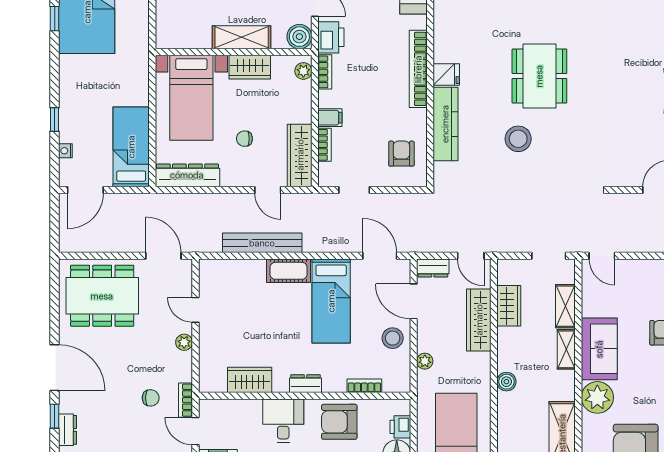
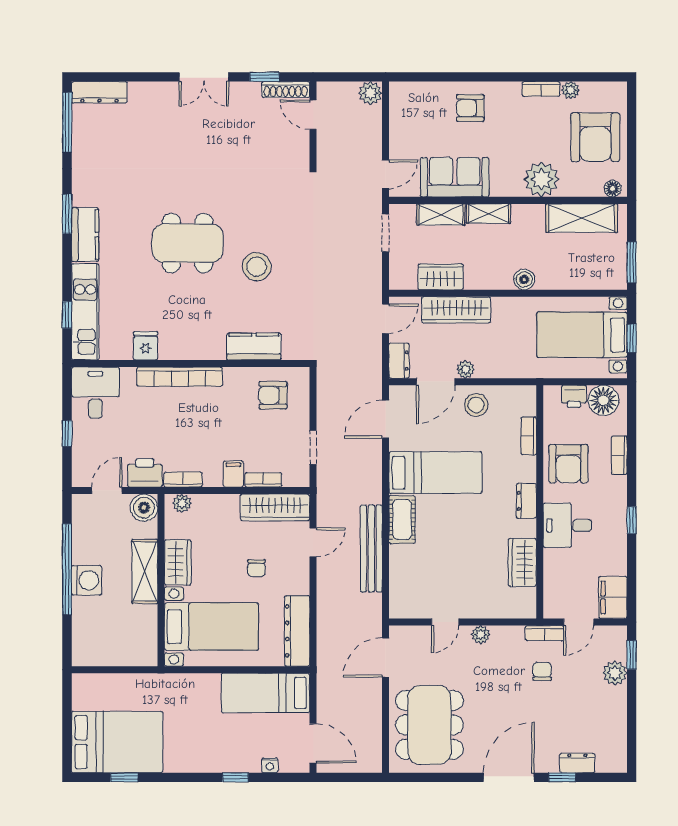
fridge: (446, 74) -> (146, 346), moved
kitchen counter: (445, 124) -> (254, 347), width x0.67
sofa: (599, 349) -> (455, 177), moved
plant: (425, 361) -> (465, 369), moved

